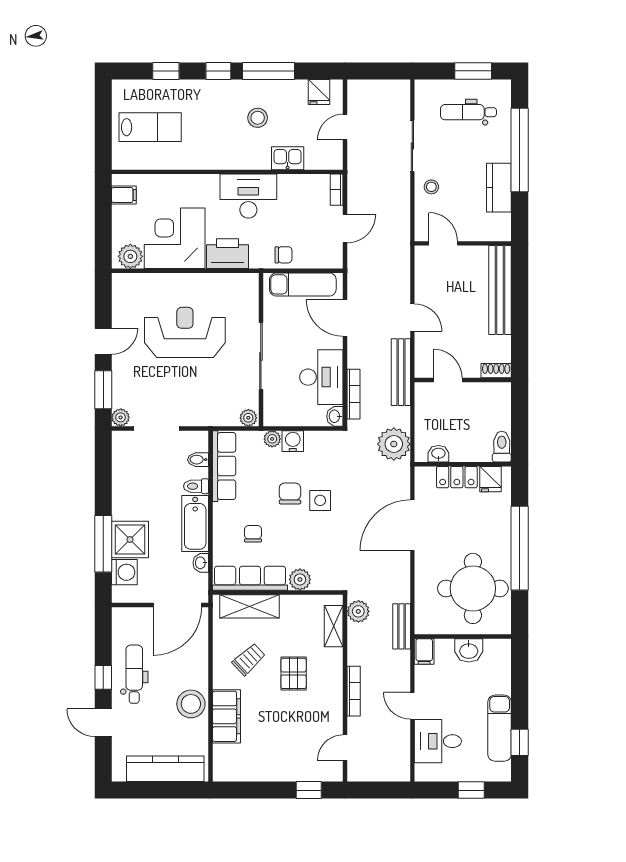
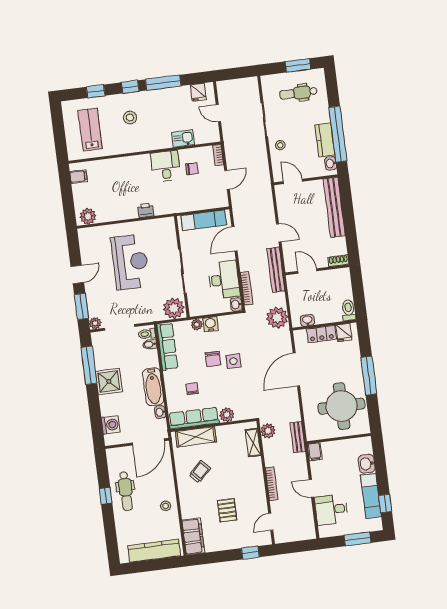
stool: (258, 118) -> (130, 118), moved
lab bench: (150, 127) -> (90, 130), turned -90
door: (345, 127) -> (218, 113), hinge flipped
window: (520, 150) -> (338, 134), moved
desk: (248, 196) -> (166, 166), width x0.73
washbasin: (503, 224) -> (331, 163), added
corner desk: (175, 238) -> (116, 201), removed
printer: (227, 254) -> (146, 210), width x0.53, depth x0.68
chair: (283, 255) -> (192, 169), moved
door: (345, 318) -> (235, 239), hinge flipped
reception desk: (185, 332) -> (130, 262), turned 90
plant: (248, 418) -> (174, 308), width x1.88, depth x1.88
toilet: (196, 486) -> (147, 334), moved
chair: (290, 494) -> (213, 359), turned 180
shower: (130, 539) -> (109, 381), moved
window: (103, 544) -> (89, 365), moved
window: (520, 548) -> (369, 376), width x0.68
washbasin: (469, 650) -> (367, 464), moved, turned 90
pallet: (294, 673) -> (227, 510), moved
dental chair: (134, 674) -> (126, 491), turned 180
stool: (191, 704) -> (166, 506), width x0.53, depth x0.53
filing cabinet: (226, 716) -> (193, 536), moved
door: (103, 723) -> (109, 526), removed
window: (471, 790) -> (357, 539), width x1.50

